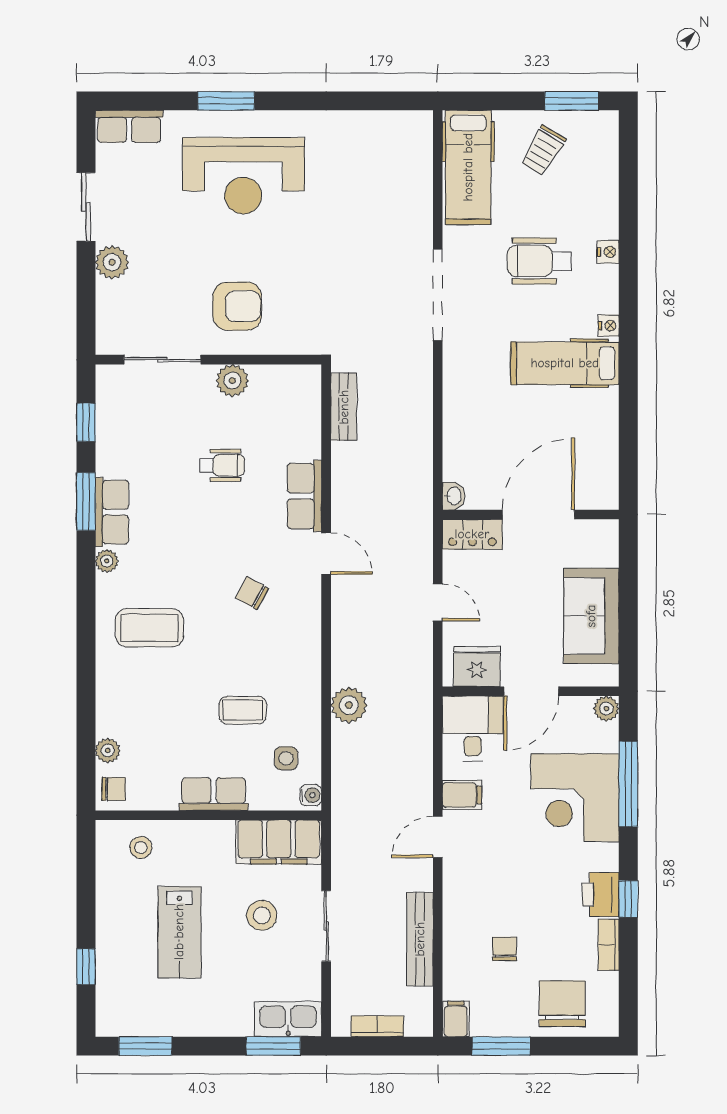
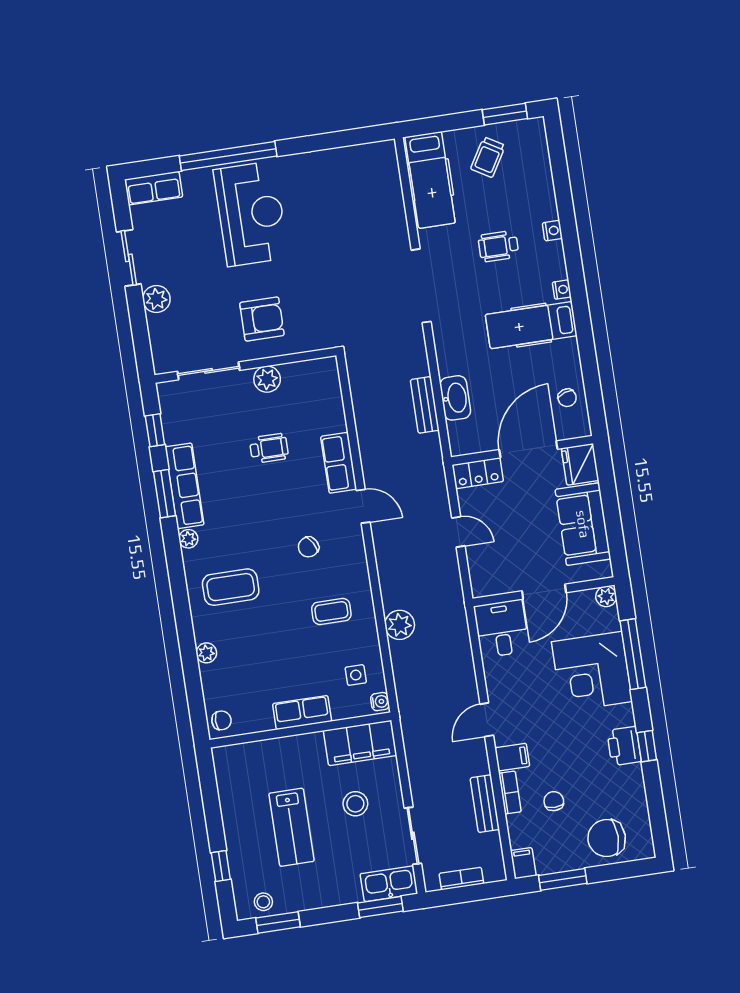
window: (226, 101) -> (228, 156), width x2.11
reception desk: (243, 176) -> (251, 214), turned -90
wheelchair: (539, 261) -> (498, 246), width x0.73, depth x0.73
bench: (344, 407) -> (425, 405), moved
chair: (595, 459) -> (567, 398), added
washbasin: (454, 496) -> (455, 398), moved, width x1.91, depth x1.45
row of seats: (112, 512) -> (185, 486), width x1.48
chair: (252, 593) -> (308, 547), turned -59
fridge: (477, 667) -> (580, 464), moved, turned -90
coffee table: (243, 710) -> (331, 611), moved
plant: (108, 751) -> (206, 653), moved
filing cabinet: (462, 795) -> (512, 757), moved
stool: (141, 847) -> (263, 902), moved
sliding door: (326, 926) -> (413, 836), moved
bench: (420, 939) -> (485, 804), width x0.73
bookcase: (609, 945) -> (510, 793), moved, turned 180
chair: (562, 1004) -> (607, 838), turned -90

